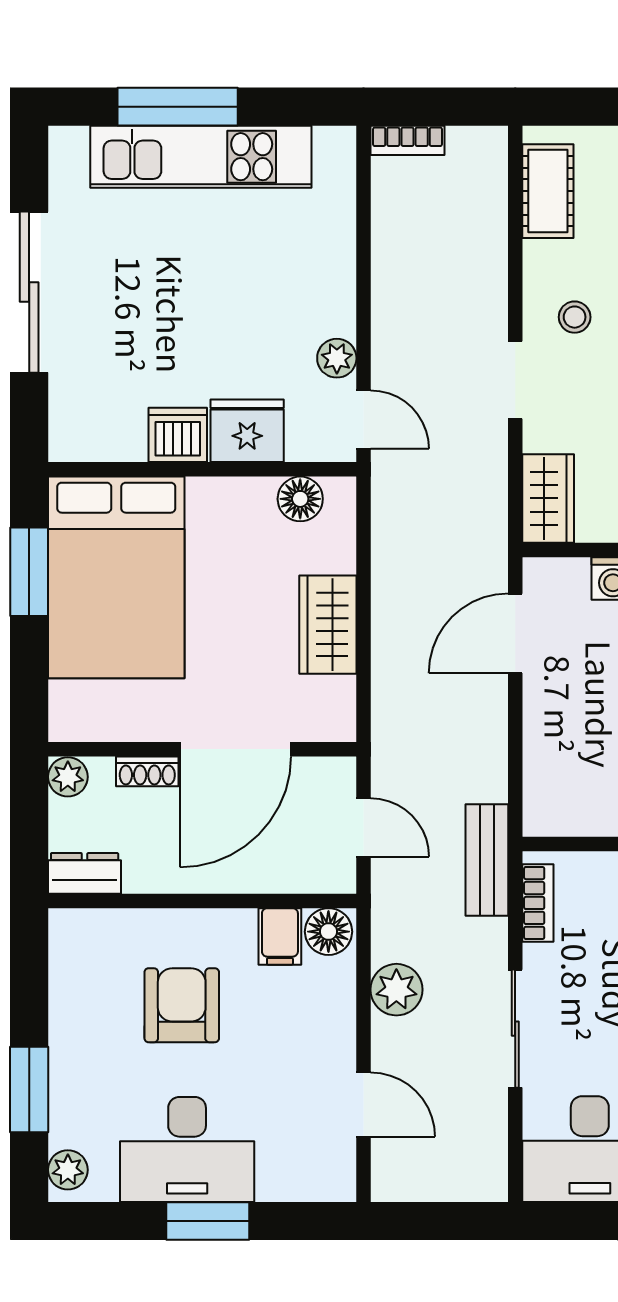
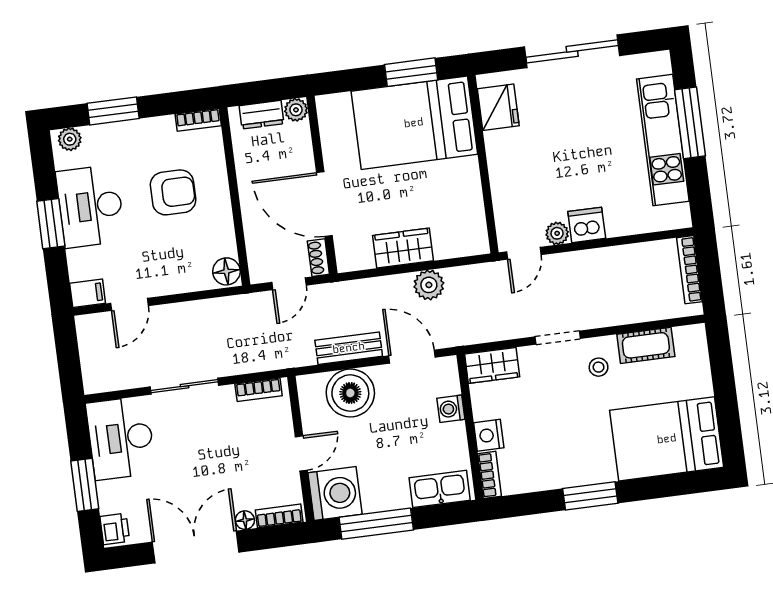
bookcase: (407, 140) -> (689, 270), width x1.56
cot: (548, 191) -> (646, 345), moved
fridge: (247, 431) -> (498, 107), moved
dishwasher: (178, 435) -> (587, 225), moved, turned -90
floor lamp: (300, 499) -> (473, 223), removed
boiler: (564, 747) -> (350, 393), added
shoe rack: (147, 771) -> (318, 258), moved
bench: (487, 860) -> (349, 348), moved
dresser: (85, 873) -> (262, 115), moved, turned 90
filing cabinet: (280, 936) -> (88, 293), moved, turned 180
bookcase: (63, 946) -> (198, 120), added
plant: (396, 990) -> (429, 285), moved

